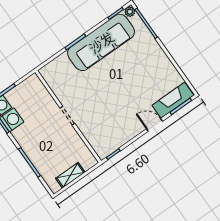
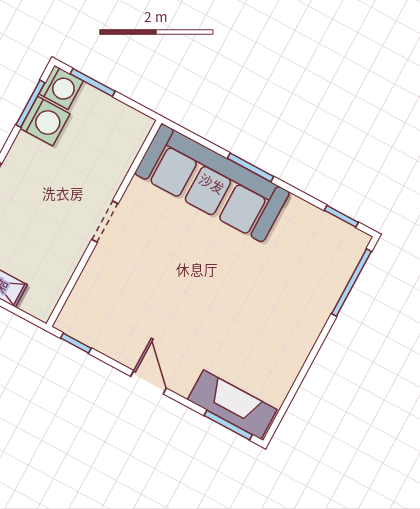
plant: (130, 12) -> (358, 241), removed
sofa: (101, 42) -> (212, 183), moved
door: (154, 125) -> (149, 382), moved

